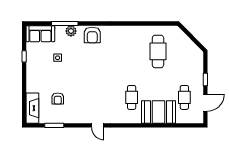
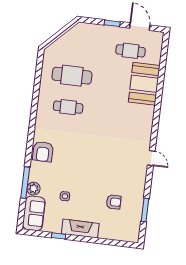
plant: (71, 31) -> (33, 189), moved
armchair: (92, 35) -> (43, 152), turned 90
cafe table: (132, 97) -> (68, 107), moved
fireplace: (32, 108) -> (80, 229), moved
door: (98, 125) -> (151, 158), hinge flipped

